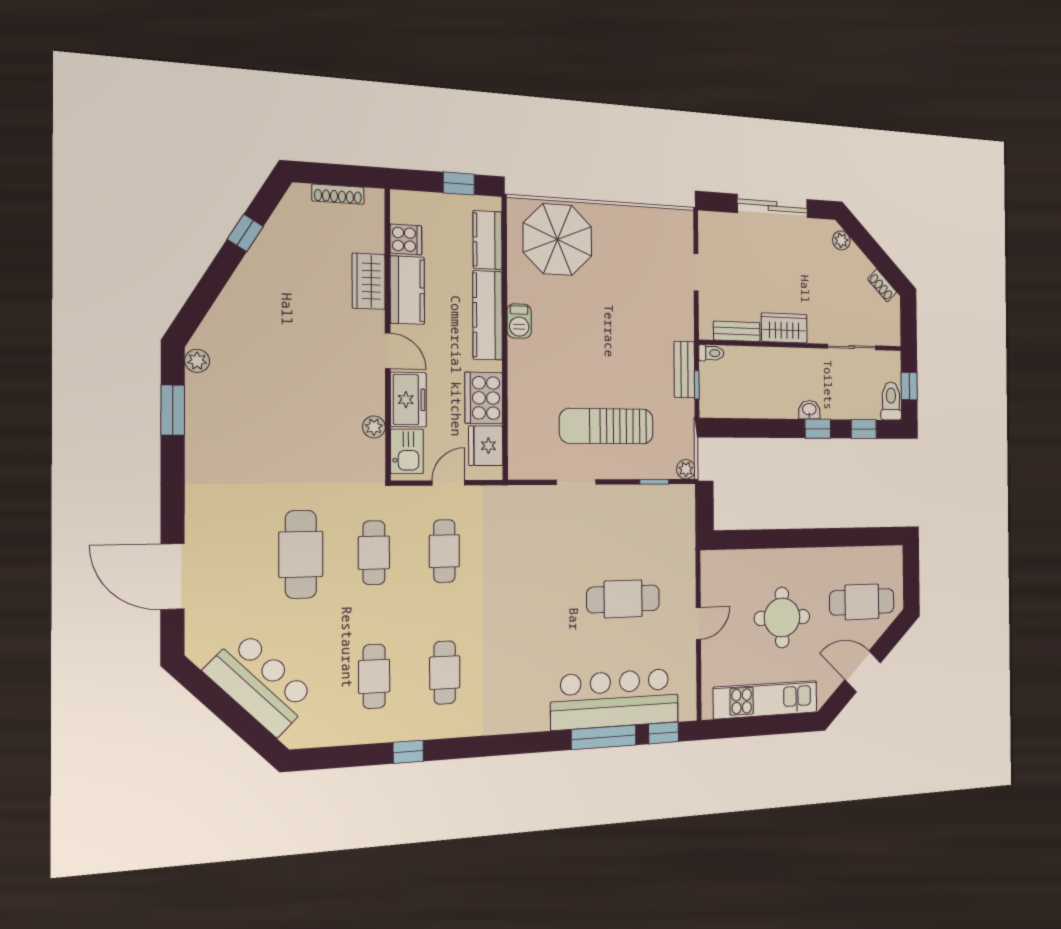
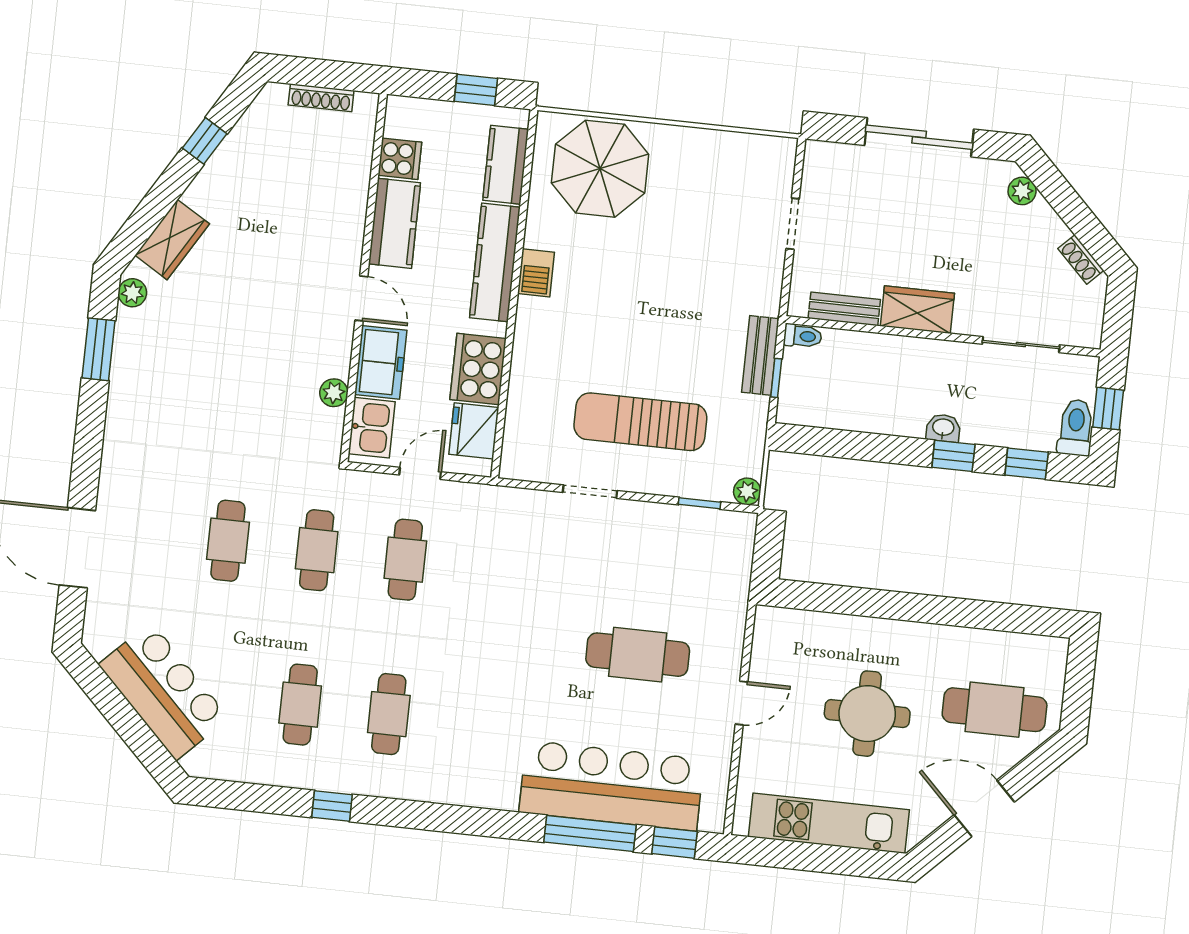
wardrobe: (369, 281) -> (172, 240), moved, turned -149
cafe table: (301, 554) -> (228, 541), width x0.73, depth x0.74

